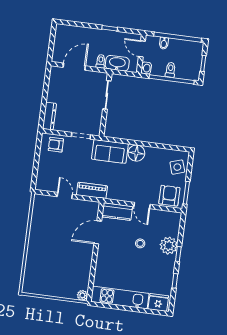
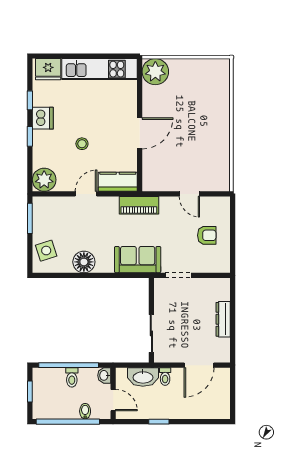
dresser: (49, 116) -> (223, 319), moved
armchair: (56, 145) -> (207, 235), moved
floor lamp: (136, 153) -> (84, 262), moved
piano: (92, 190) -> (139, 205), moved
armchair: (169, 196) -> (52, 212), removed
door: (142, 206) -> (86, 194), hinge flipped
door: (98, 232) -> (140, 133), moved
plant: (169, 246) -> (44, 180), moved
dishwasher: (167, 266) -> (43, 118), added
plant: (82, 295) -> (155, 72), width x1.88, depth x1.88

